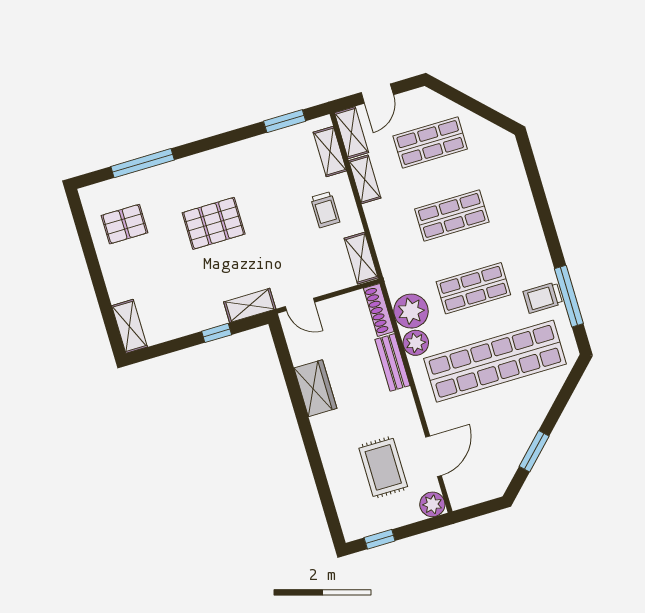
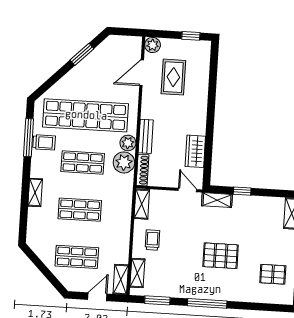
window: (143, 163) -> (207, 303), moved
shelving: (365, 179) -> (35, 192), moved
wardrobe: (315, 388) -> (195, 151), moved

